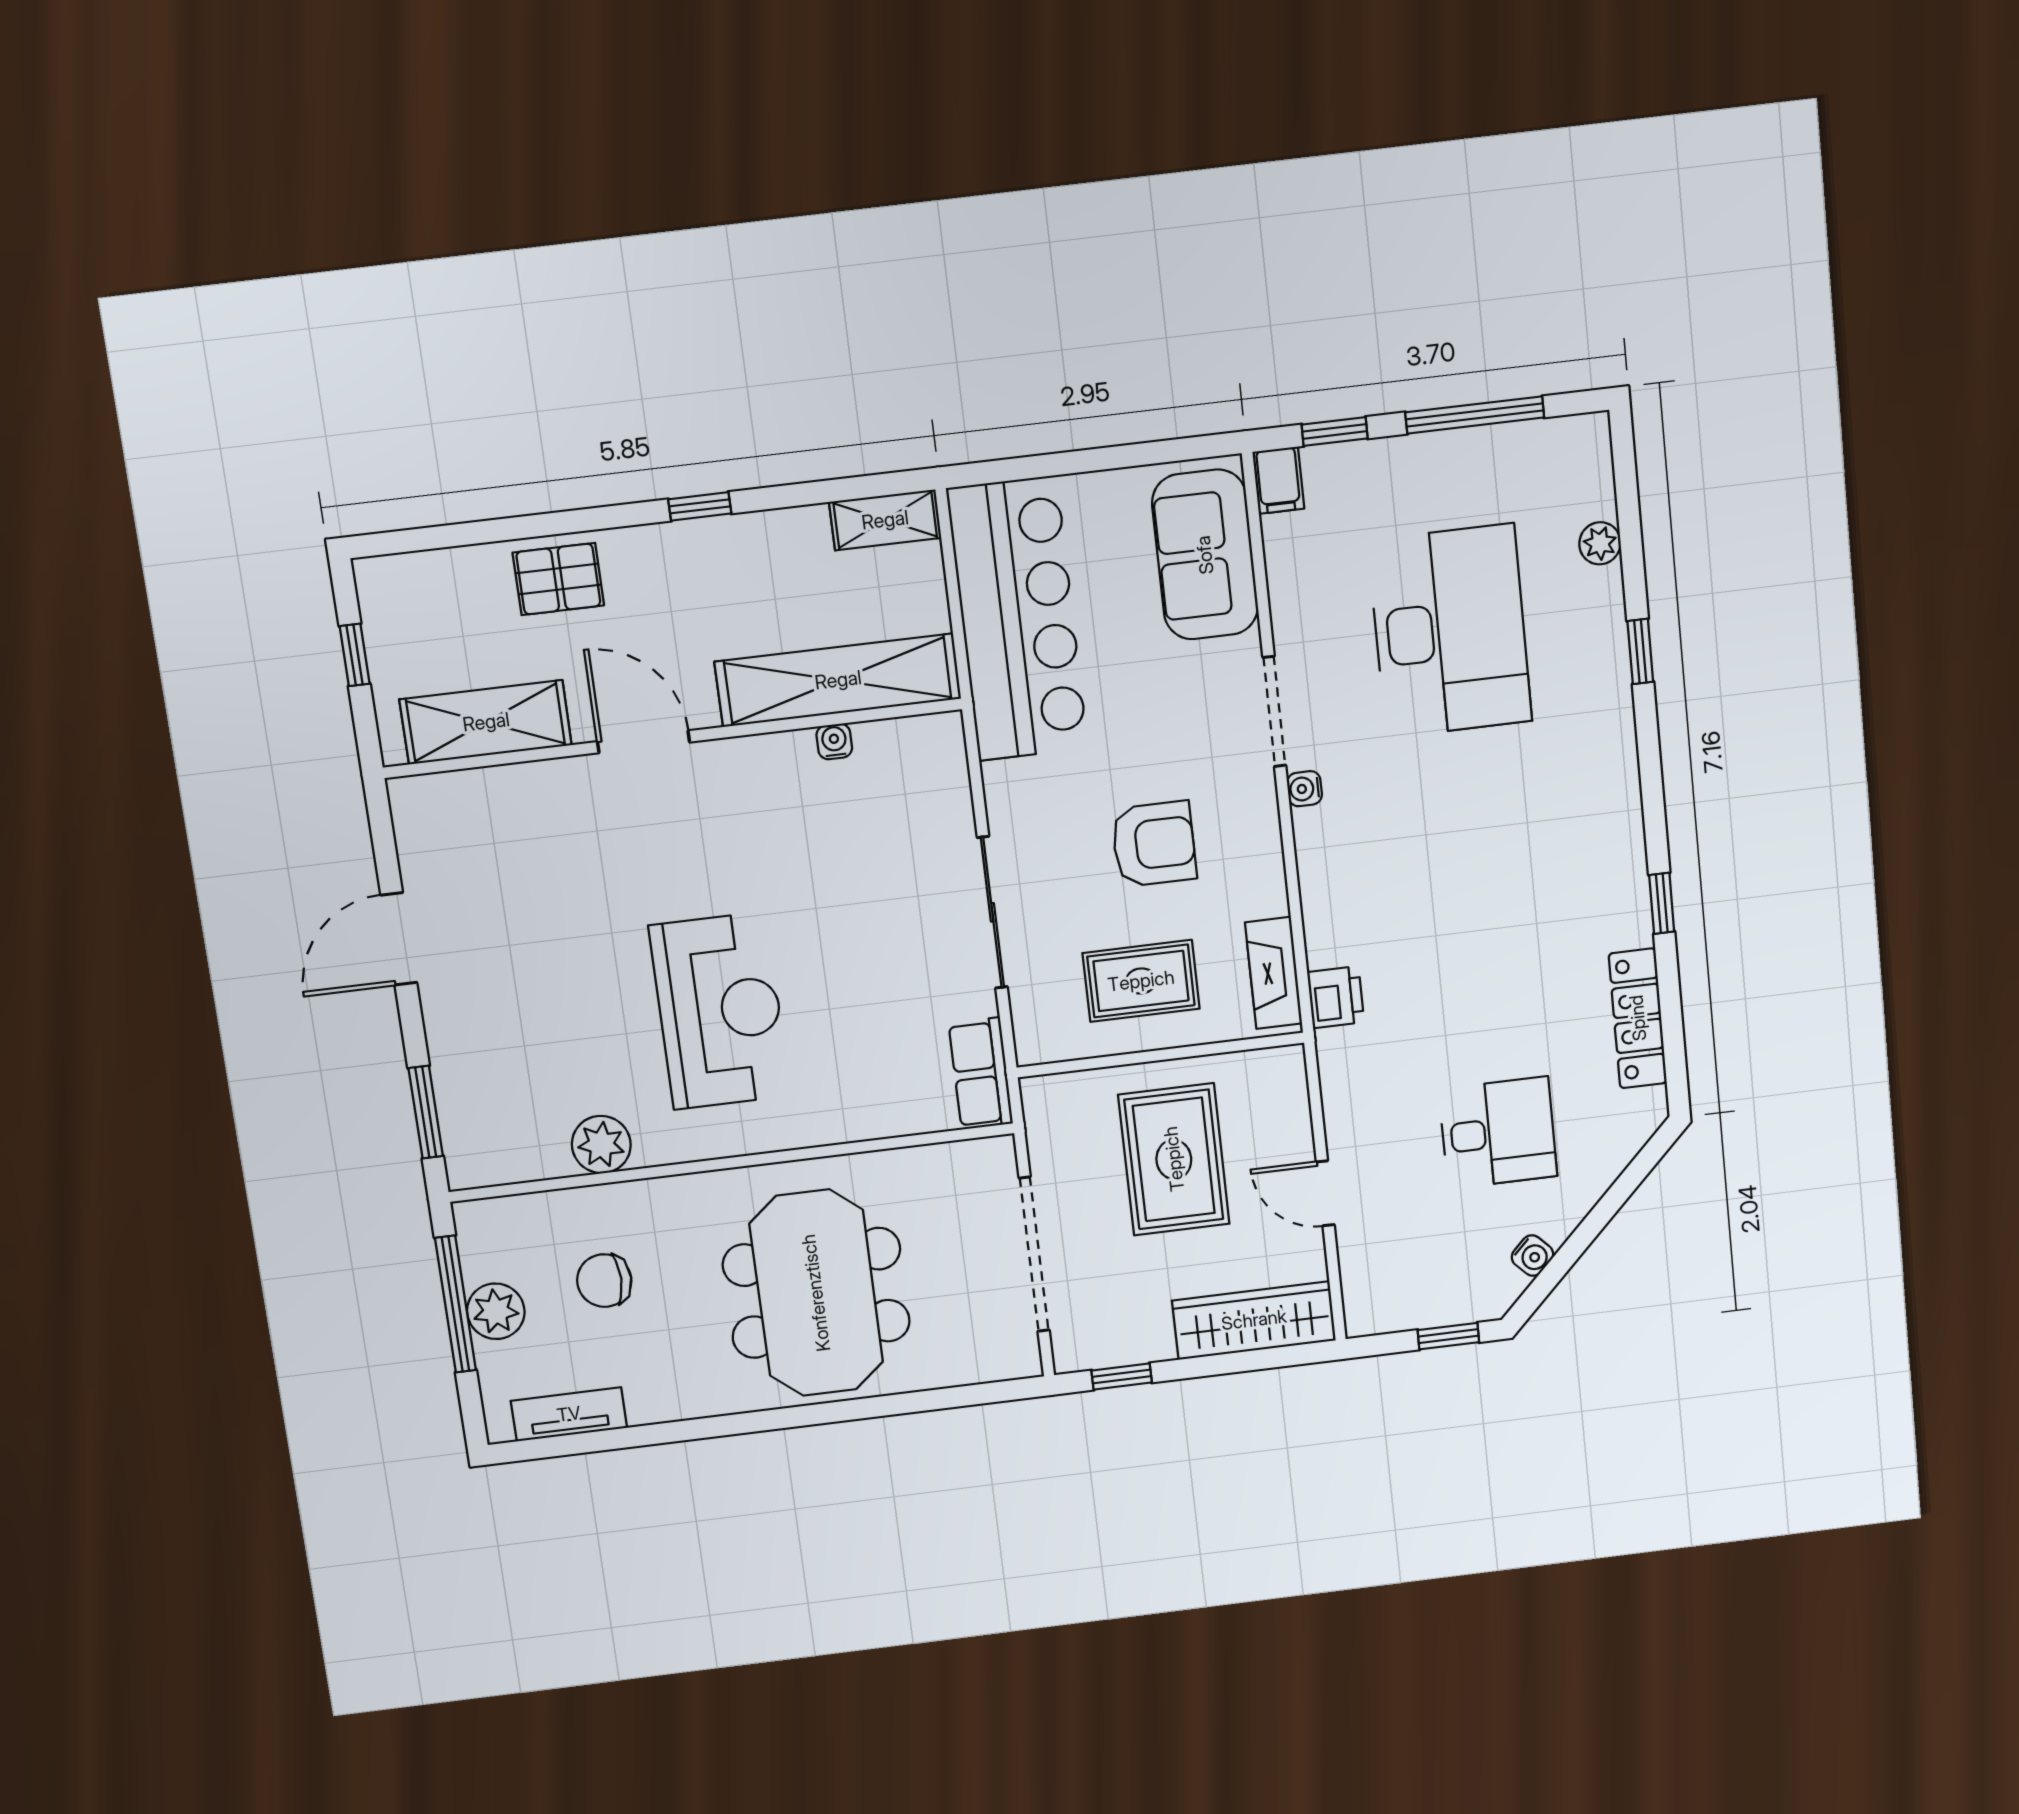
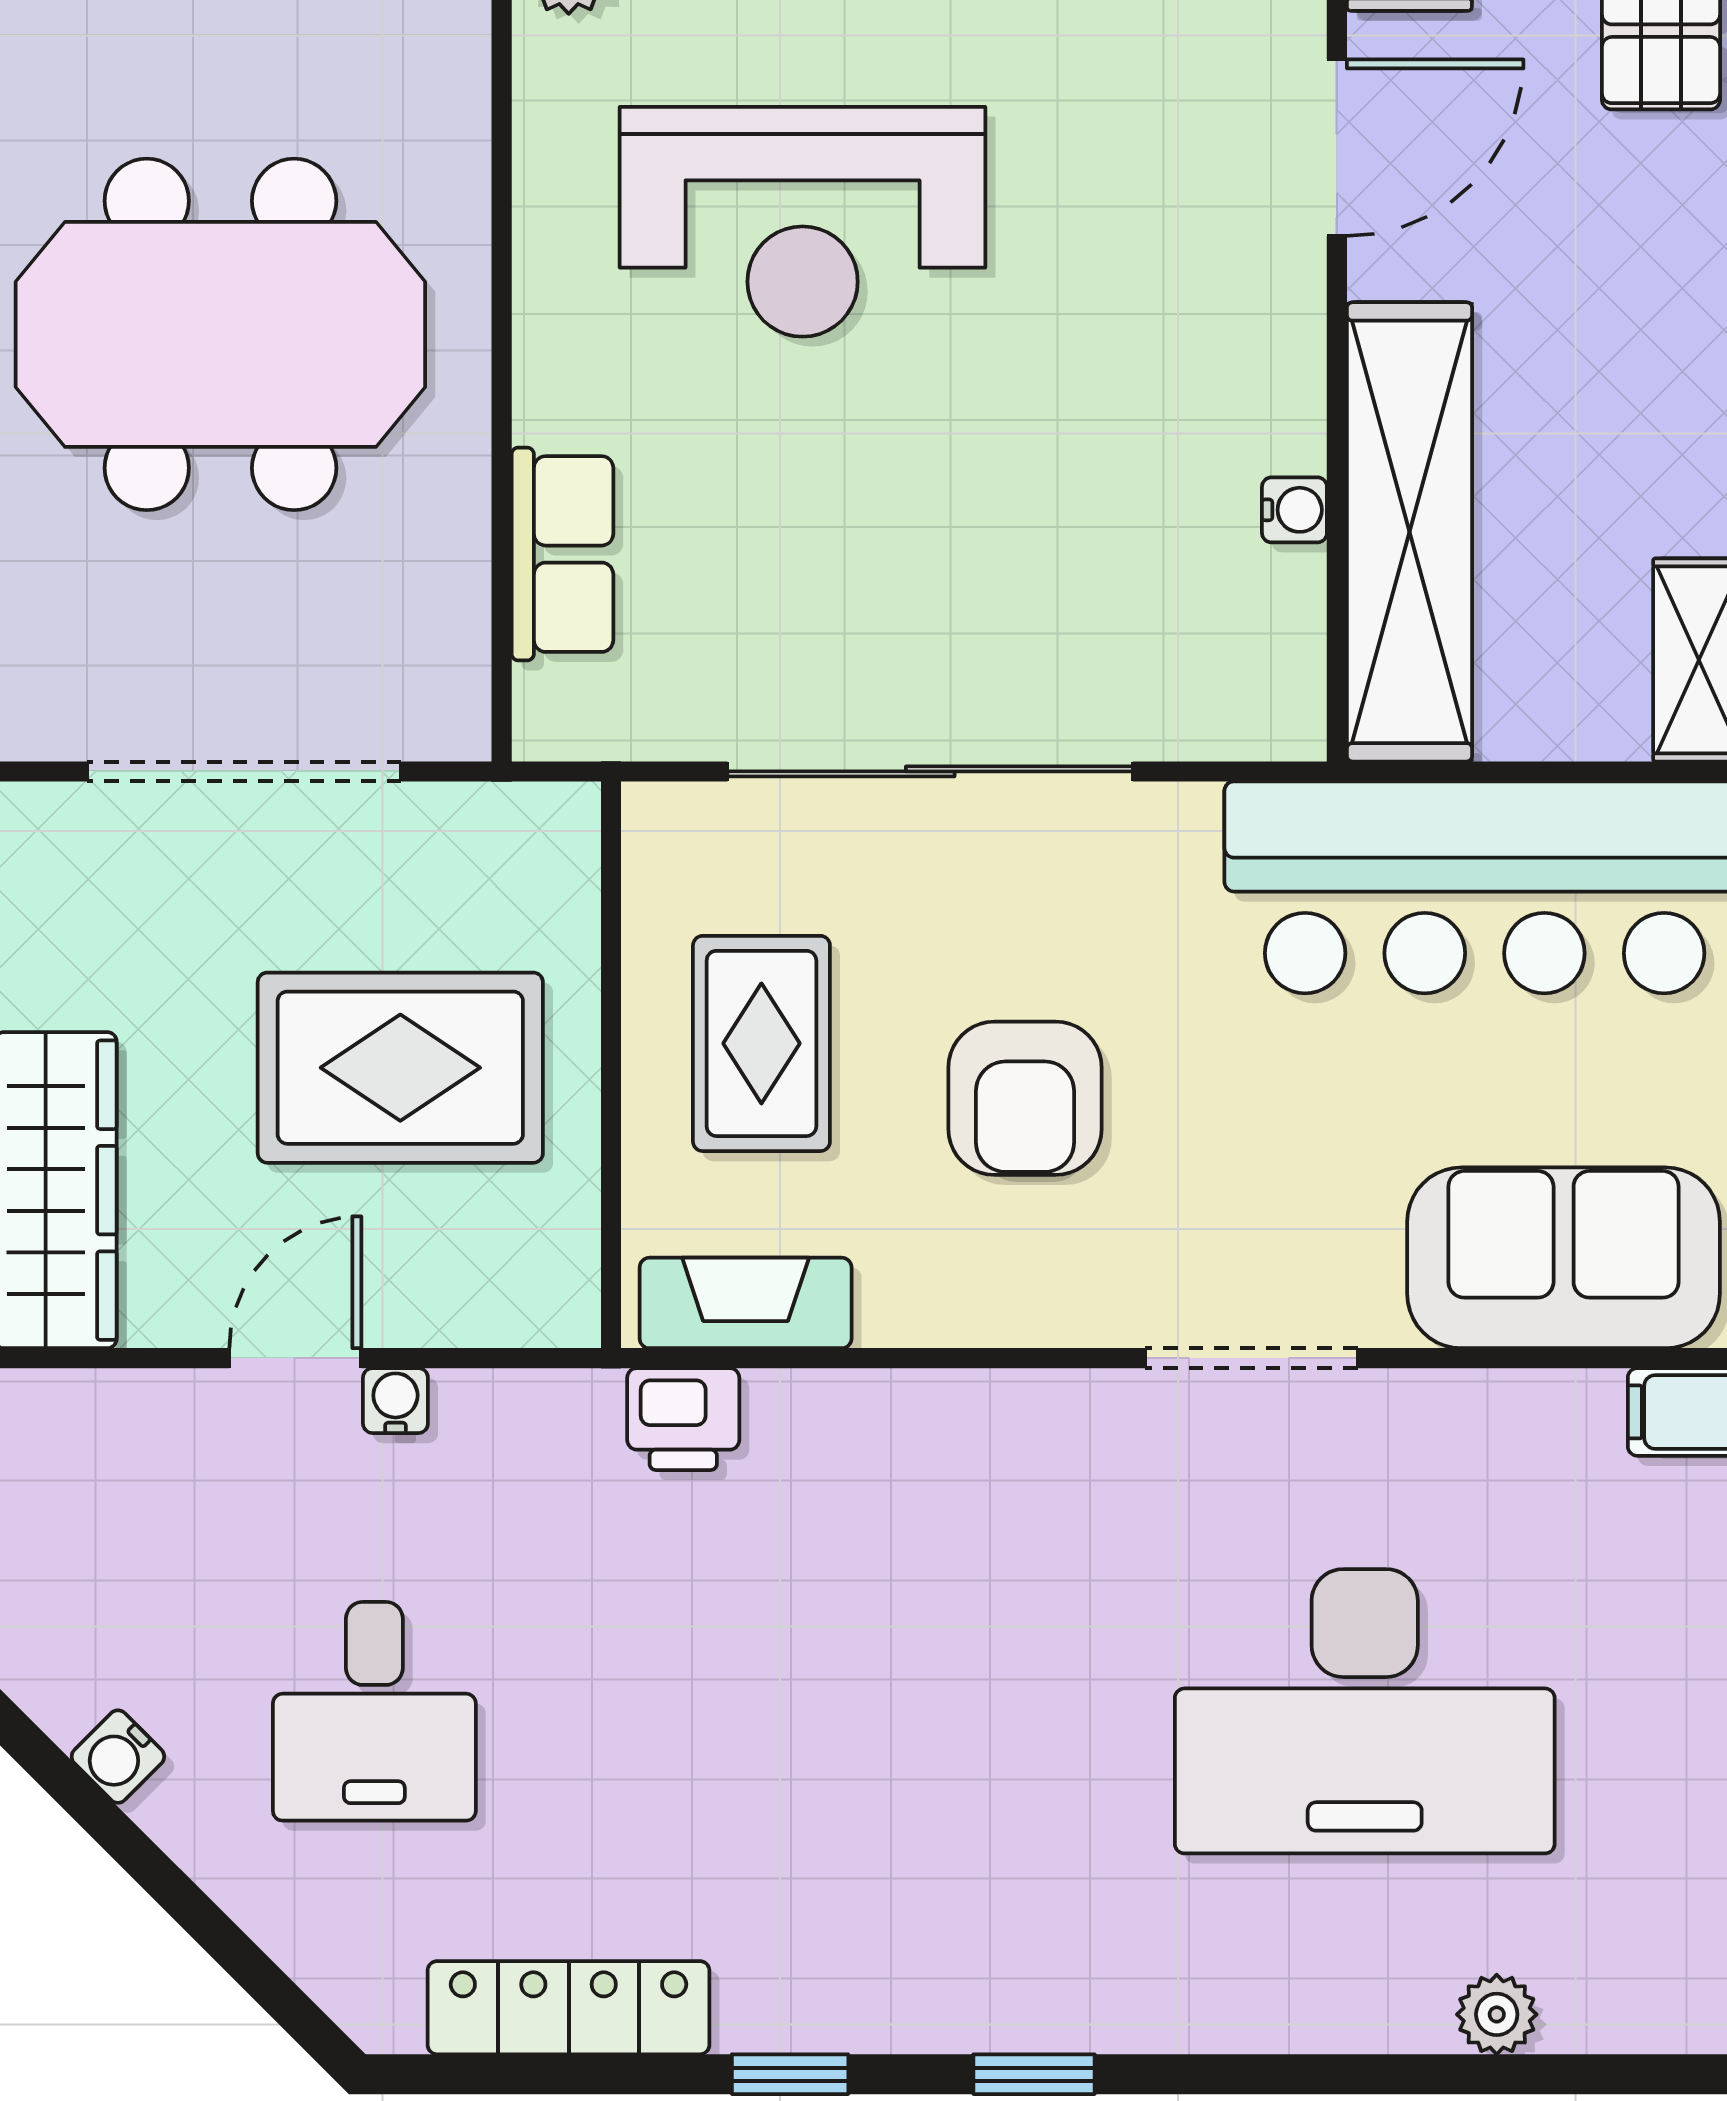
window: (1640, 651) -> (1034, 2074), moved
water cooler: (1305, 789) -> (395, 1401), moved
sliding door: (992, 912) -> (930, 771), width x1.36
row of seats: (981, 1073) -> (562, 554), moved, turned 90

